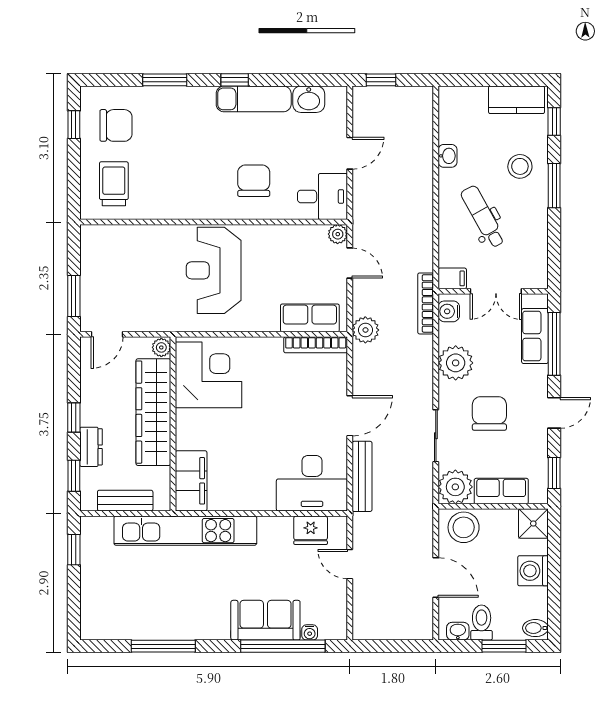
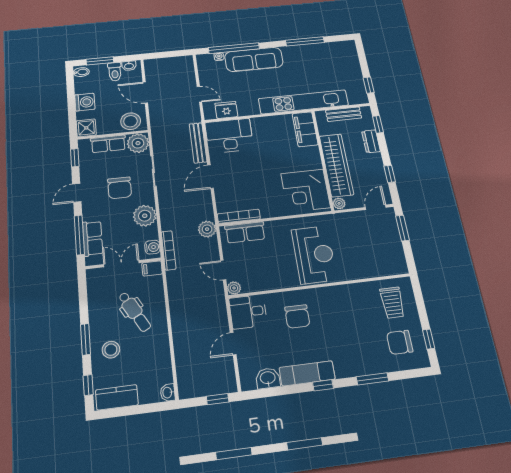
washbasin: (448, 156) -> (168, 393), moved
window: (74, 417) -> (390, 174), moved
sofa: (265, 620) -> (254, 59), width x1.36

